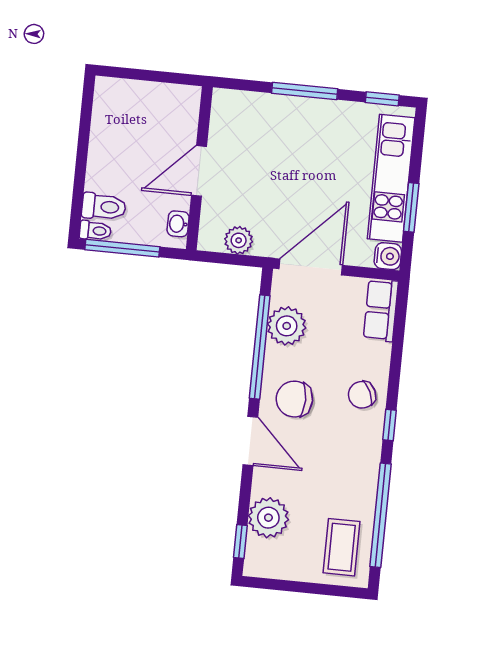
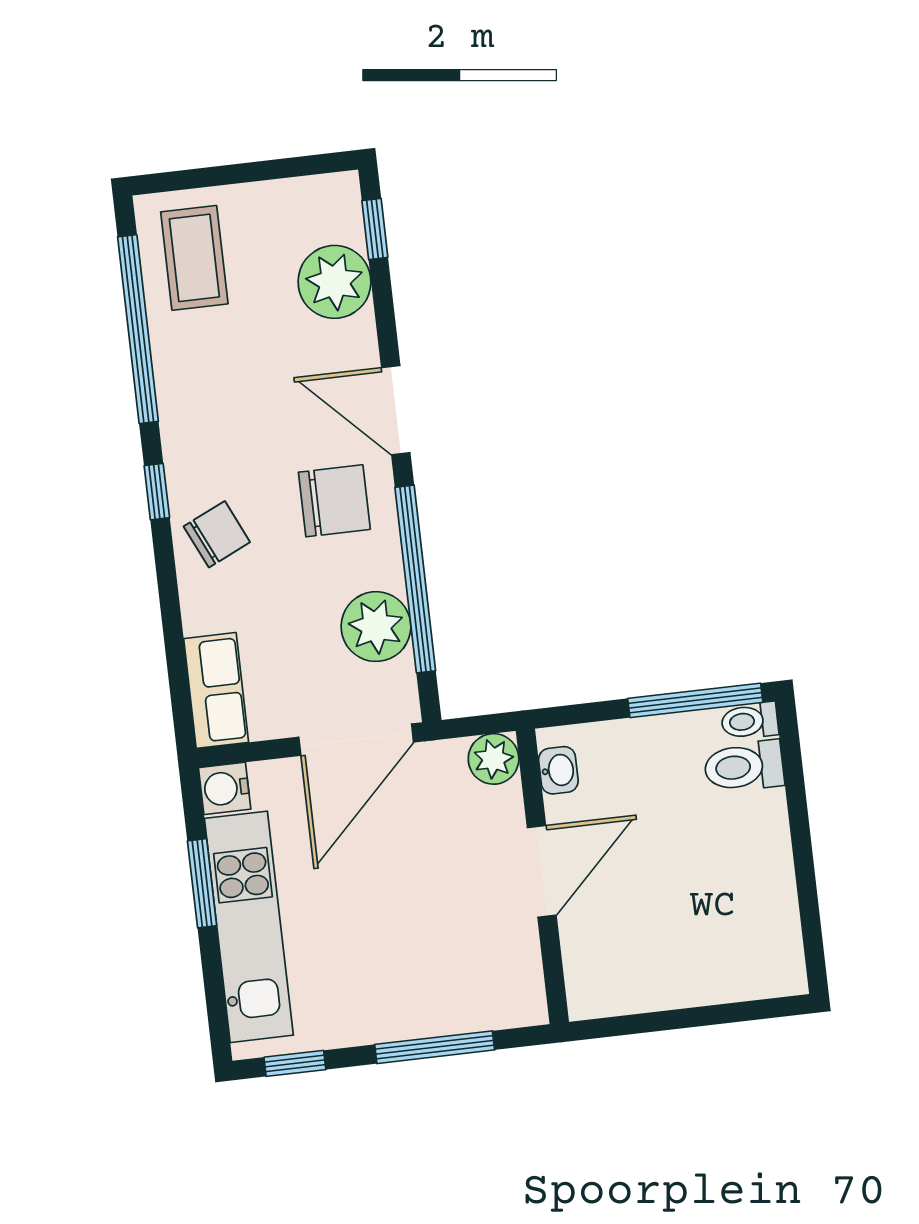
wall: (199, 168) -> (542, 876), moved
door: (199, 171) -> (542, 871), moved
washbasin: (178, 224) -> (558, 770), moved

